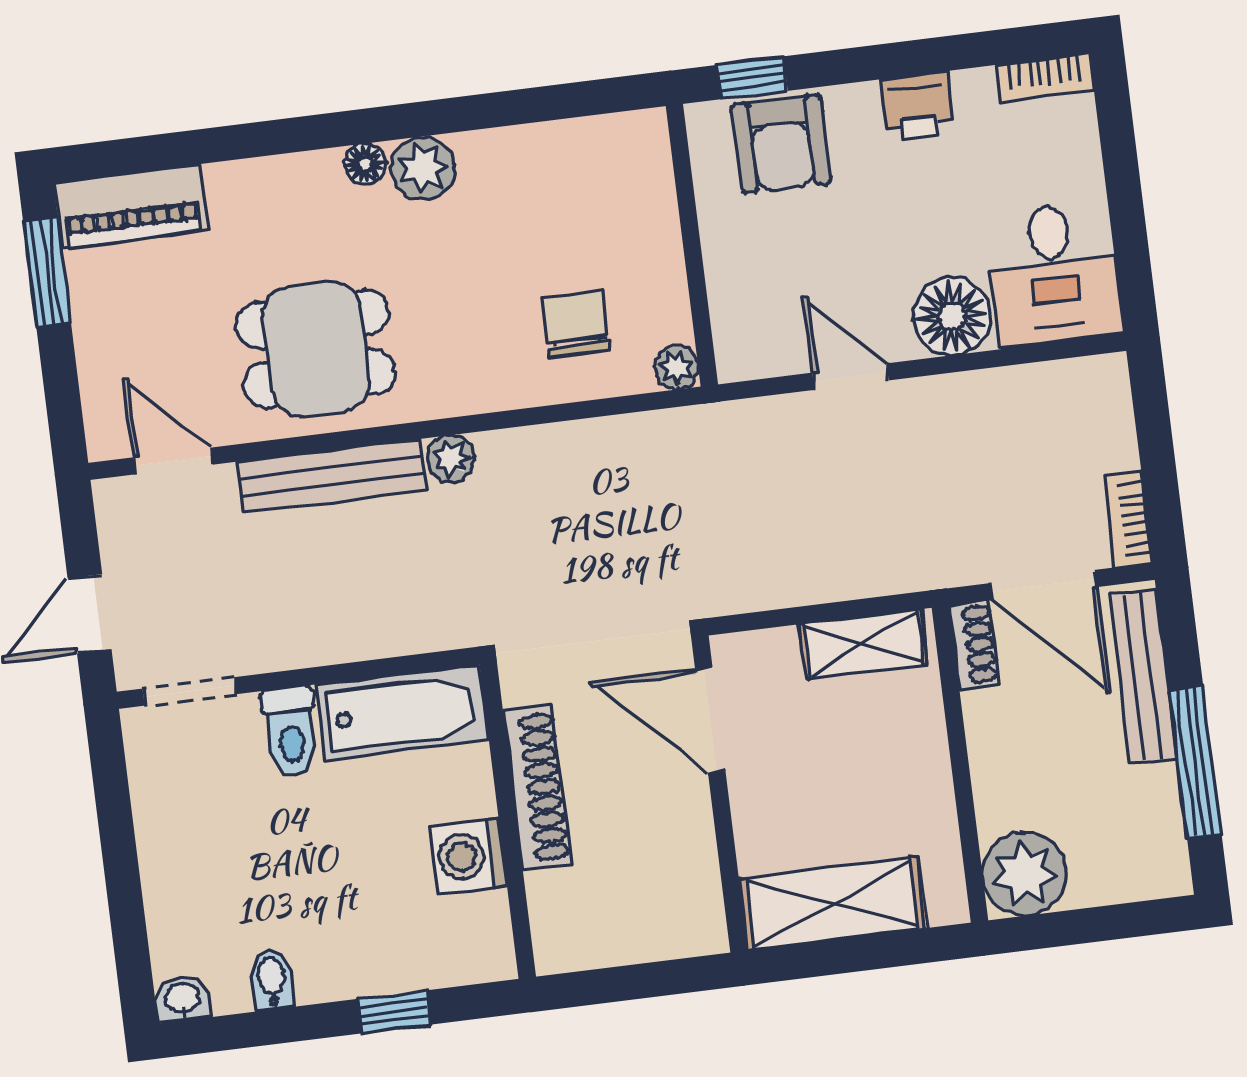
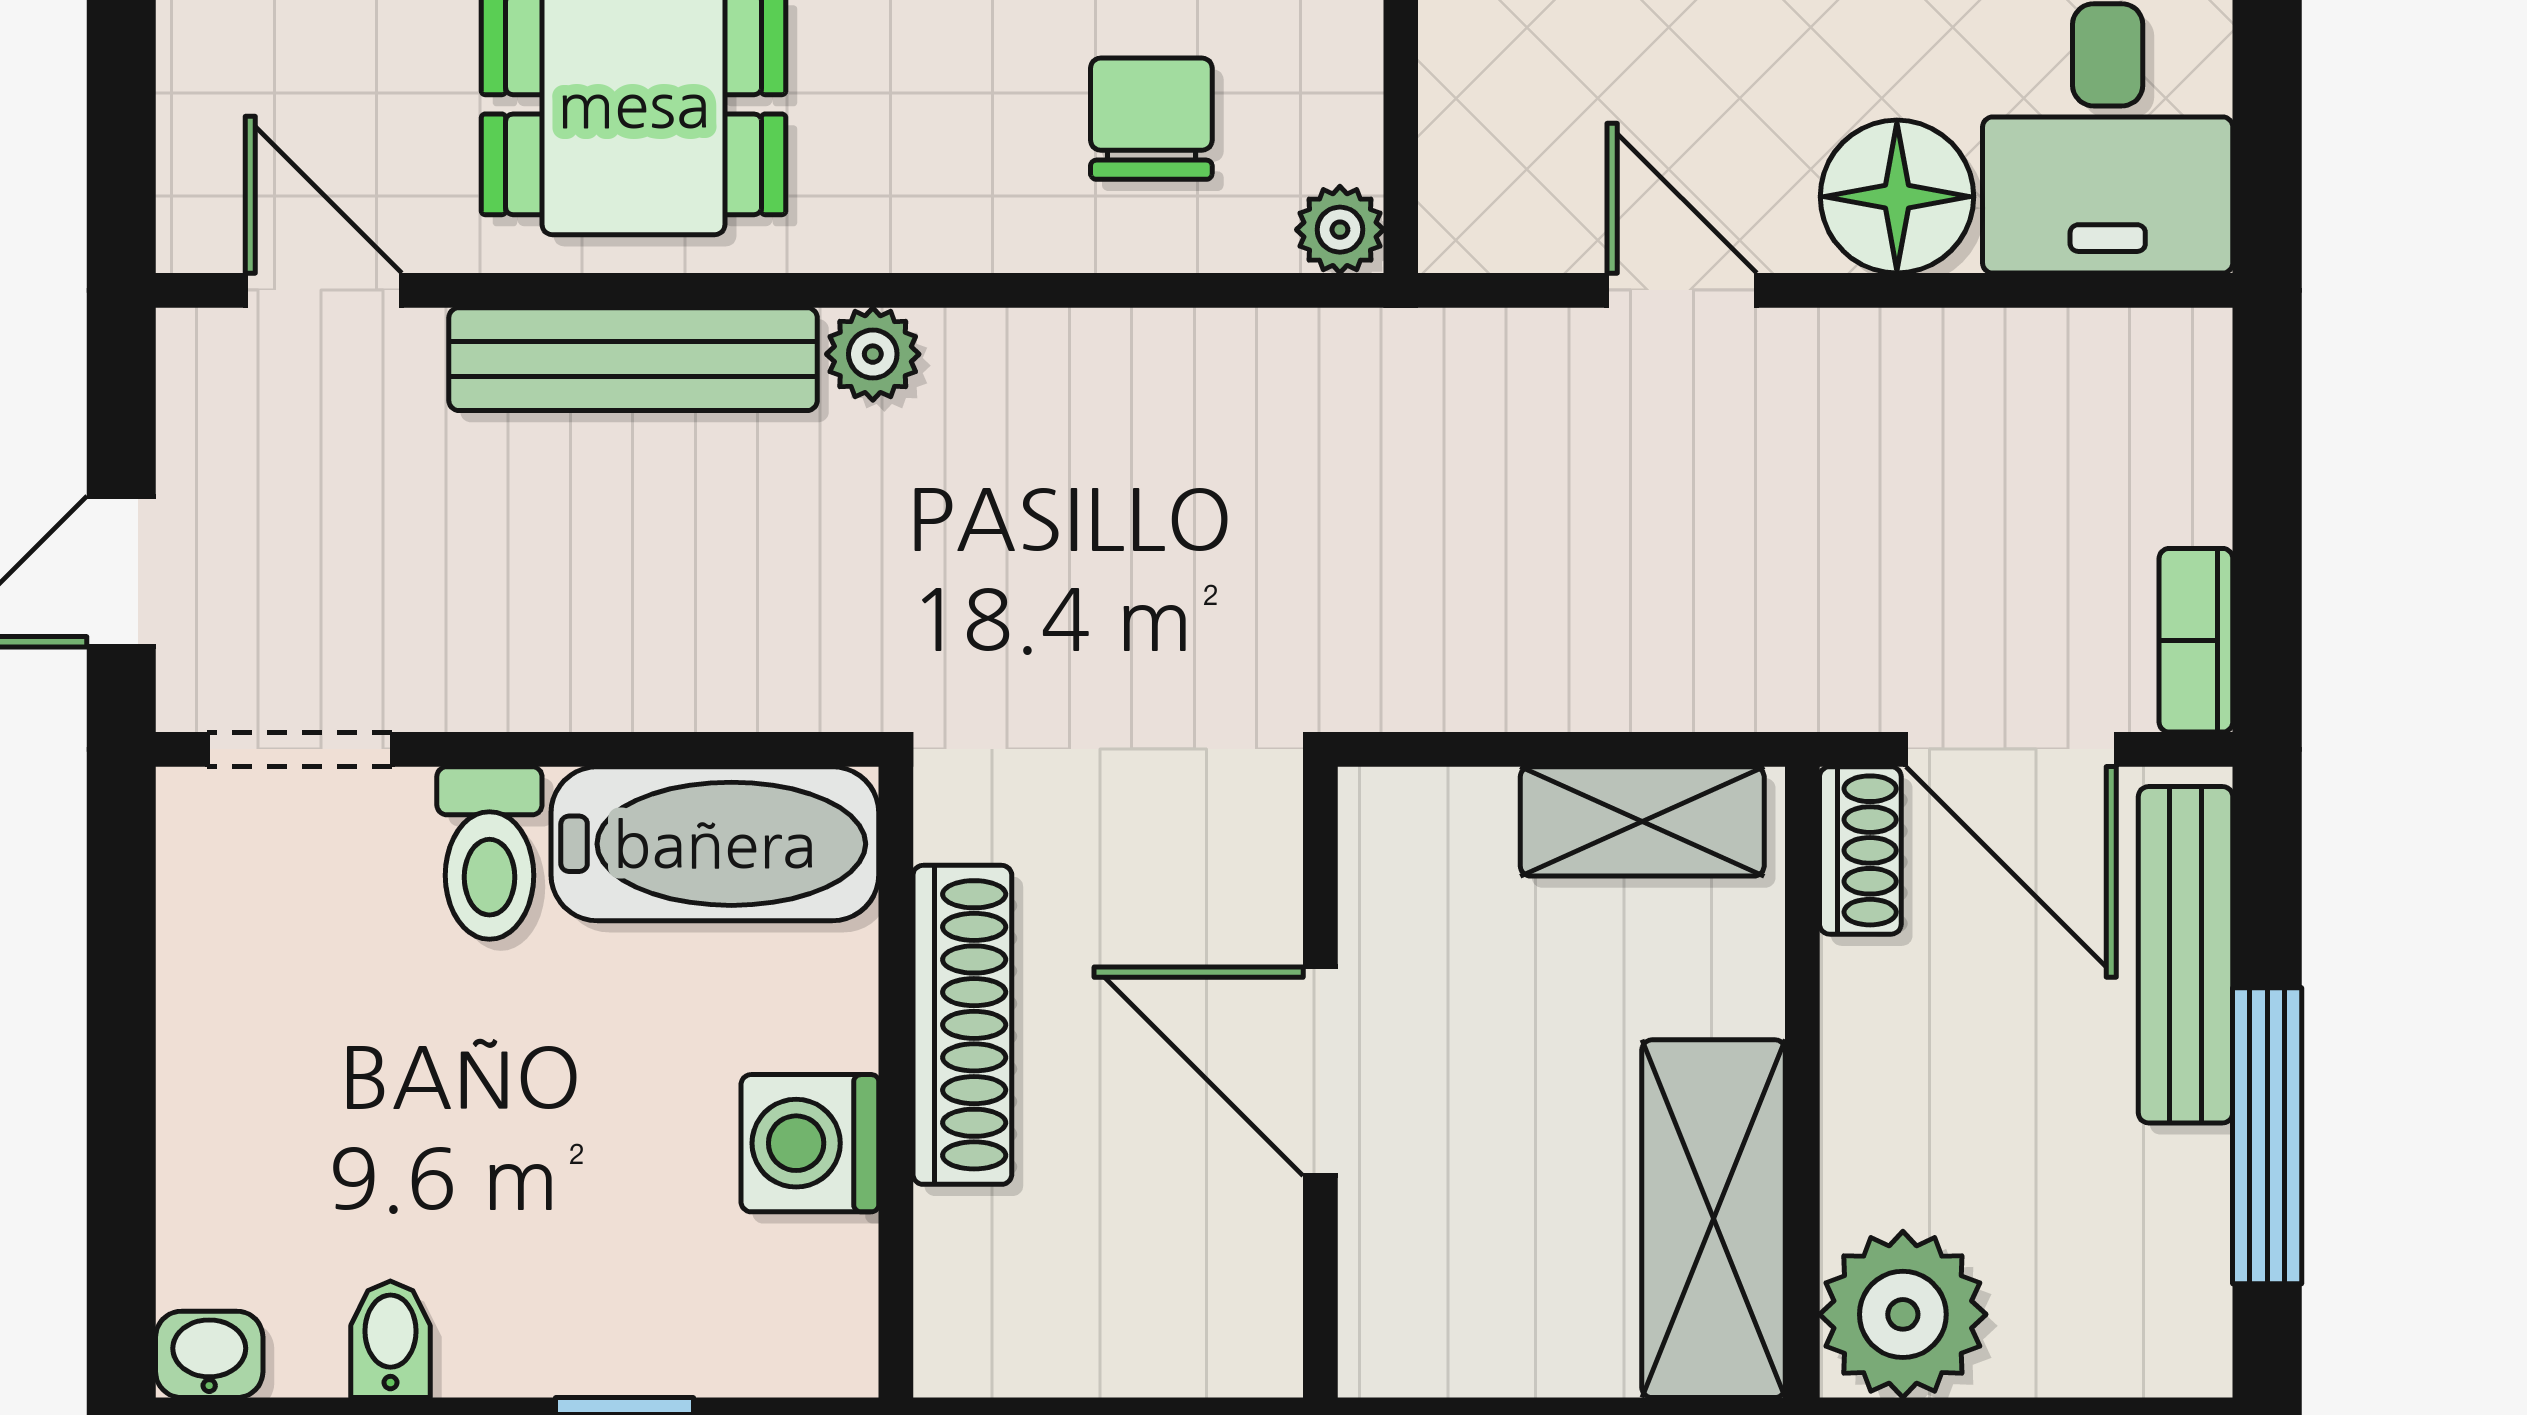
door: (710, 720) -> (1320, 1071), moved
shelving: (833, 903) -> (1714, 1219), moved, turned 90

